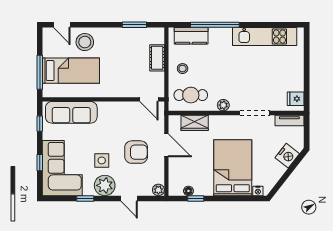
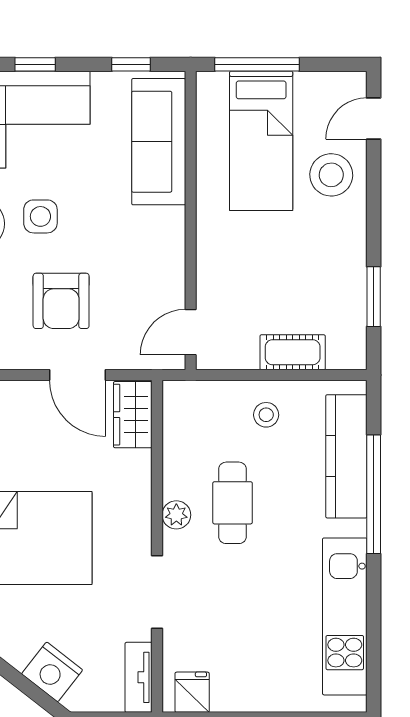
kitchen counter: (191, 36) -> (346, 456), width x1.50
cafe table: (191, 95) -> (233, 503), moved
wardrobe: (195, 123) -> (133, 415), moved
door: (166, 145) -> (78, 375), hinge flipped

